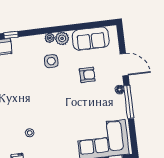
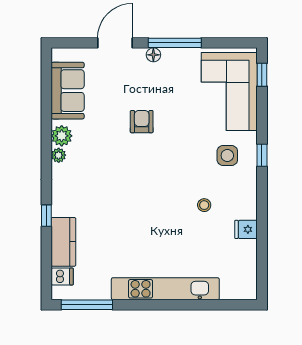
side table: (51, 61) -> (227, 156), moved
armchair: (87, 75) -> (142, 122), moved

